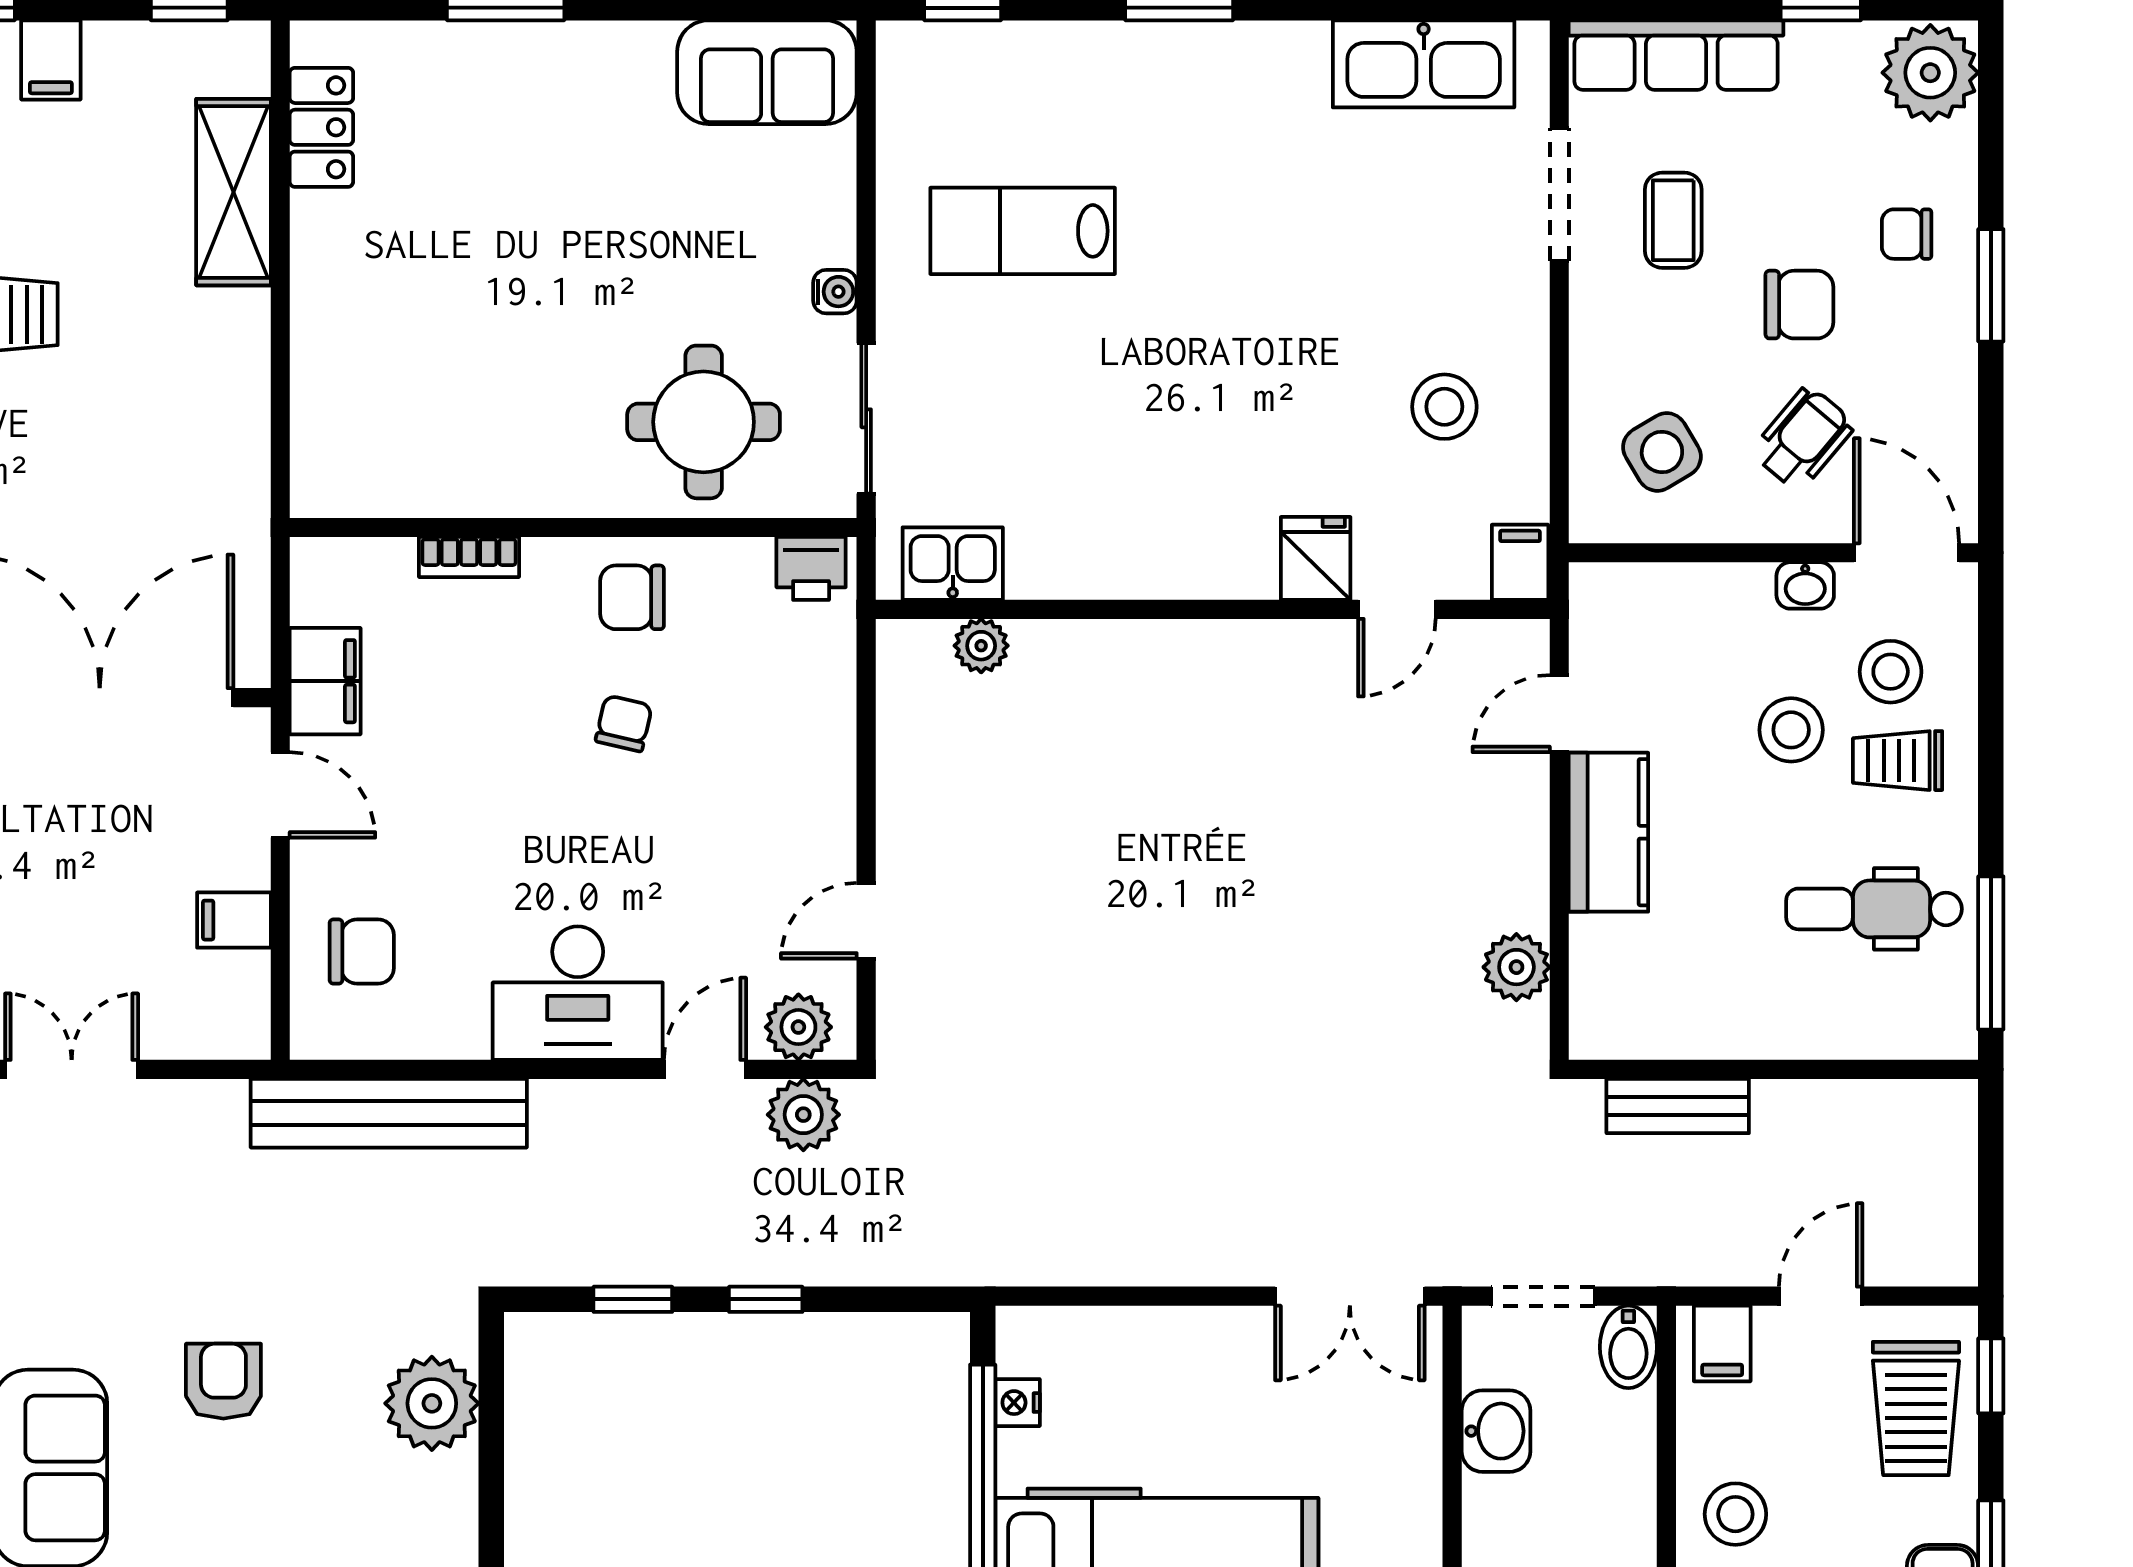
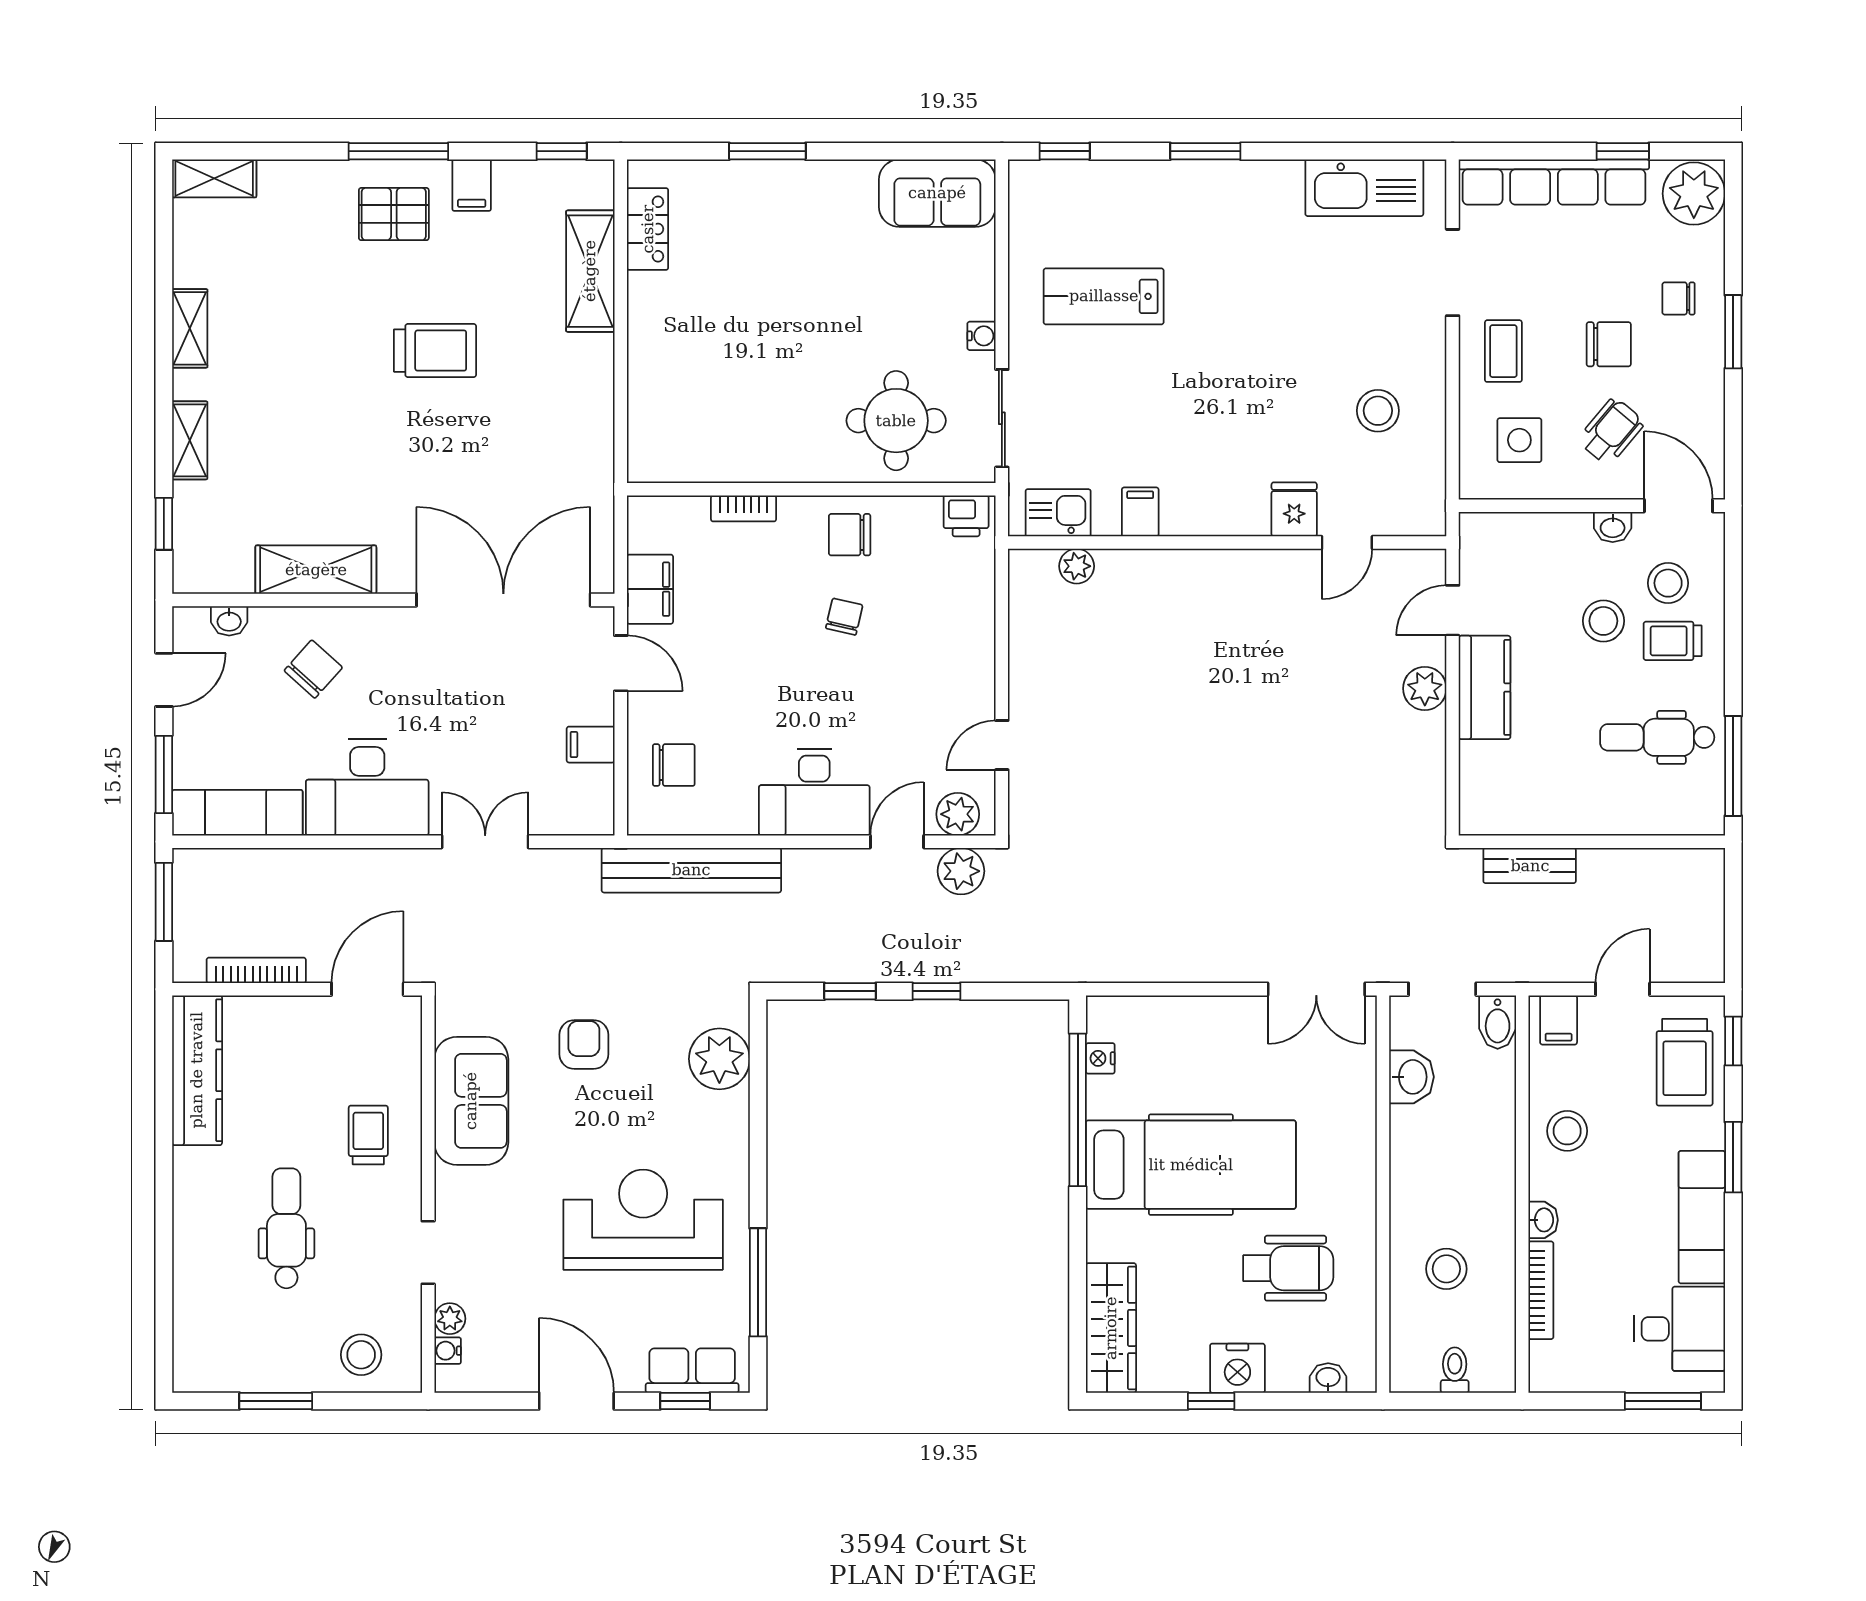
row of seats: (1676, 55) -> (1554, 182), width x1.36
coffee table: (1673, 220) -> (1503, 351), moved
side table: (1662, 452) -> (1519, 440), turned 31
filing cabinet: (1520, 562) -> (1140, 512), moved
plant: (1516, 967) -> (1425, 688), moved

